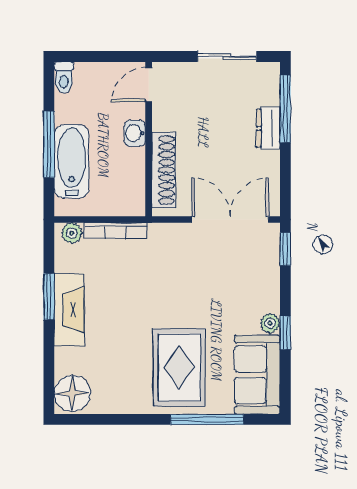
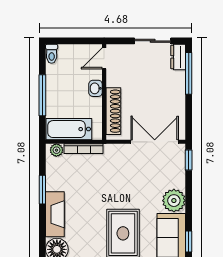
dresser: (268, 128) -> (178, 57), moved
bathtub: (72, 161) -> (69, 129), moved, turned -90
fireplace: (69, 310) -> (55, 214), moved
plant: (270, 323) -> (174, 201), width x1.87, depth x1.87
window: (285, 333) -> (189, 241), moved

